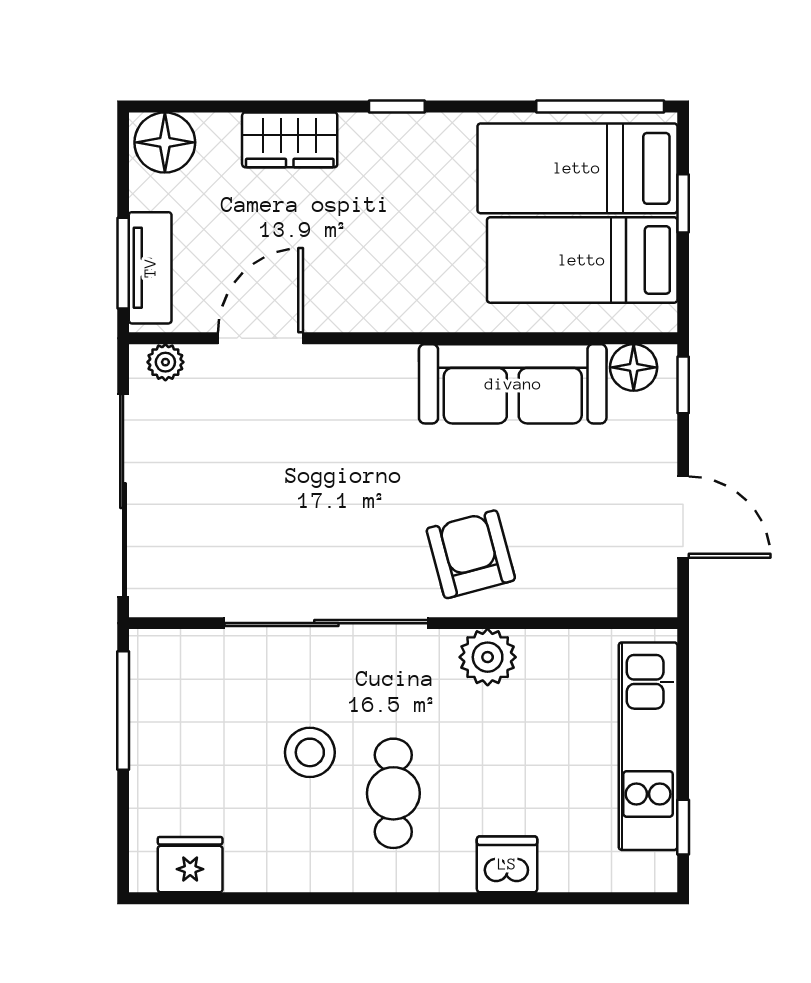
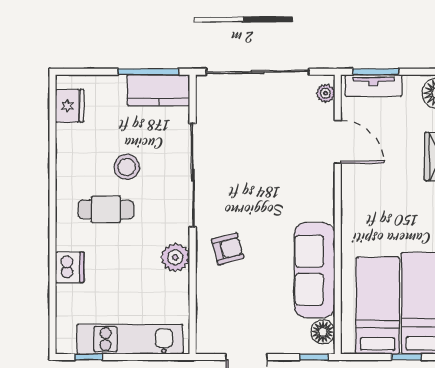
armchair: (471, 554) -> (228, 249), width x0.72, depth x0.72
kitchen counter: (159, 690) -> (159, 90), added

